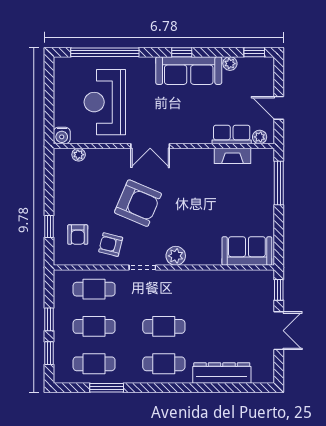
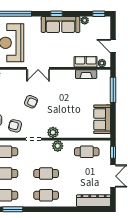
armchair: (138, 203) -> (31, 102), width x0.53, depth x0.53
sofa: (247, 251) -> (102, 119), moved, turned -90
plant: (184, 279) -> (58, 146), added
cafe table: (234, 289) -> (87, 152), added
dresser: (222, 373) -> (94, 201), moved

